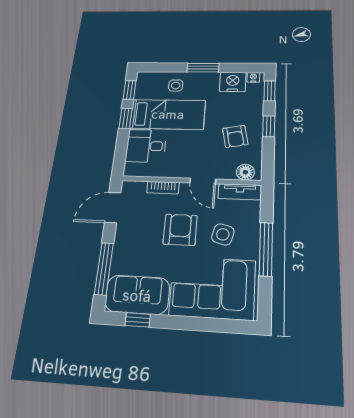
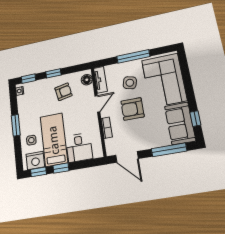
nightstand: (233, 82) -> (35, 160), moved, turned -90

